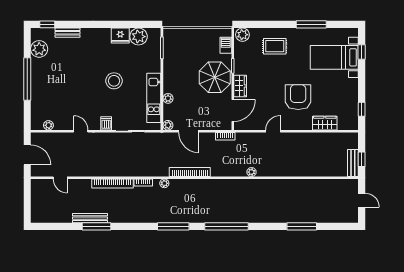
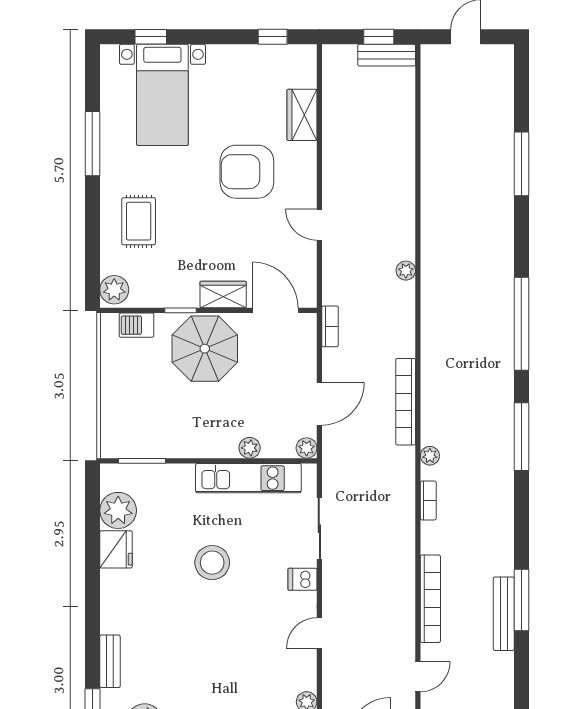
bookcase: (112, 184) -> (430, 599), moved

